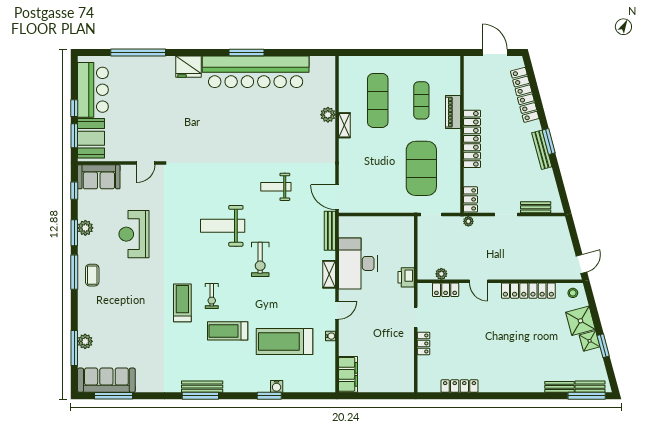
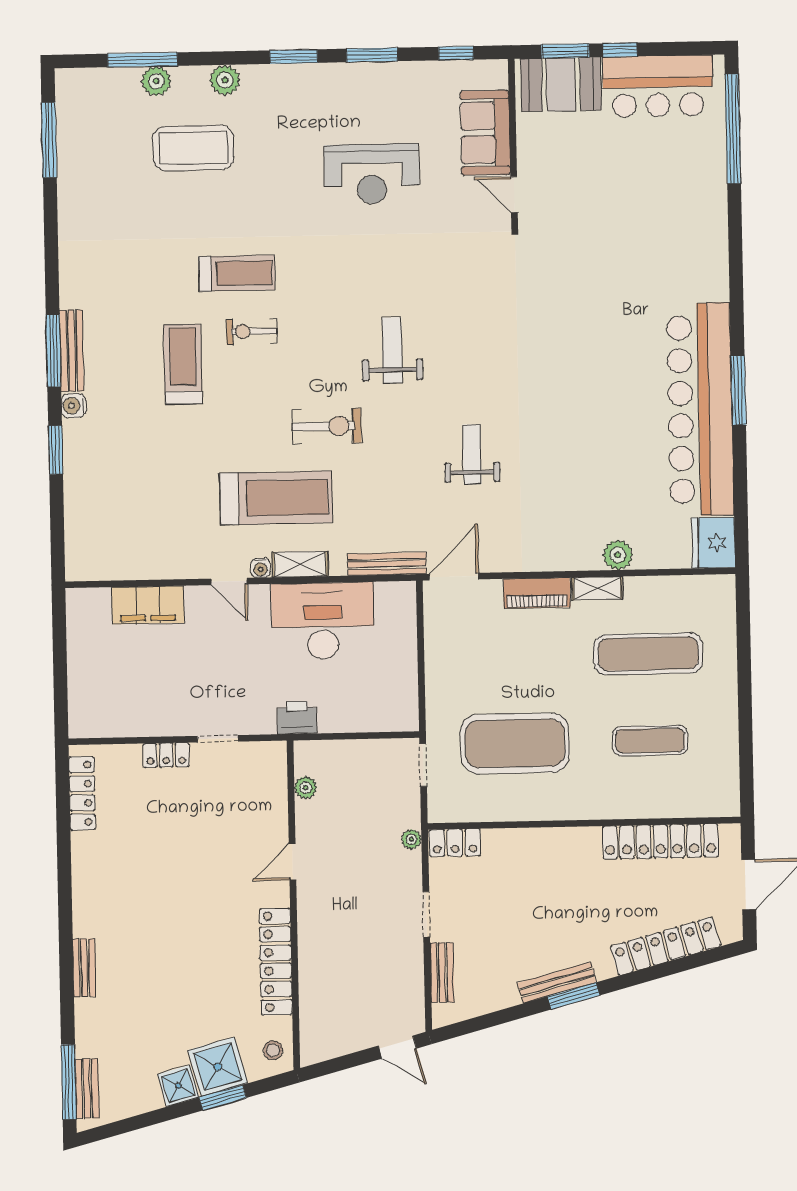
window: (138, 52) -> (733, 129), moved
fridge: (189, 67) -> (713, 543), moved
piano: (453, 112) -> (537, 593), moved, turned 180
locker: (472, 139) -> (660, 841), moved
sofa: (99, 177) -> (485, 133), moved
weight bench: (223, 226) -> (392, 350), width x0.73, depth x0.75
plant: (85, 228) -> (225, 80), moved
reception desk: (134, 234) -> (372, 174), turned 180
exercise bike: (260, 259) -> (327, 426), turned 180
door: (581, 264) -> (397, 1047), moved
window: (74, 272) -> (294, 57), width x0.69
coffee table: (92, 275) -> (193, 148), moved, width x1.86, depth x1.72
locker: (446, 290) -> (274, 797), removed
water cooler: (331, 336) -> (260, 568), moved
treadmill: (285, 341) -> (276, 498), moved, turned 90
window: (603, 346) -> (223, 1098), moved
filing cabinet: (348, 374) -> (148, 605), moved
sofa: (106, 380) -> (80, 125), removed
water cooler: (277, 386) -> (73, 406), moved
locker: (460, 386) -> (82, 793), moved
bench: (202, 387) -> (72, 351), moved
bench: (560, 387) -> (84, 968), moved
window: (200, 396) -> (53, 351), moved

